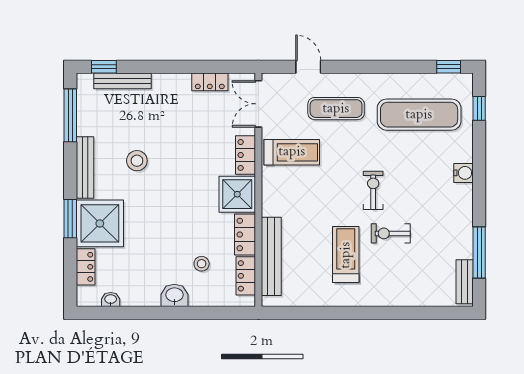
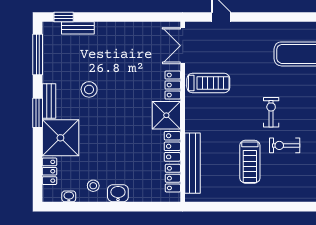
bench: (123, 81) -> (78, 28), width x0.73
locker: (210, 82) -> (145, 29), removed
exercise mat: (336, 109) -> (242, 49), removed
bench: (85, 167) -> (49, 101), width x0.73
window: (70, 219) -> (38, 113), moved
treadmill: (346, 255) -> (250, 162), turned 180
stool: (202, 264) -> (93, 186), moved

